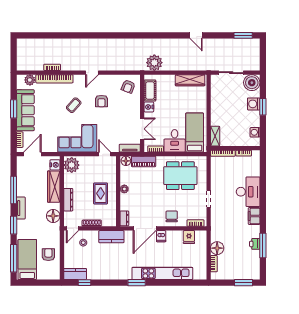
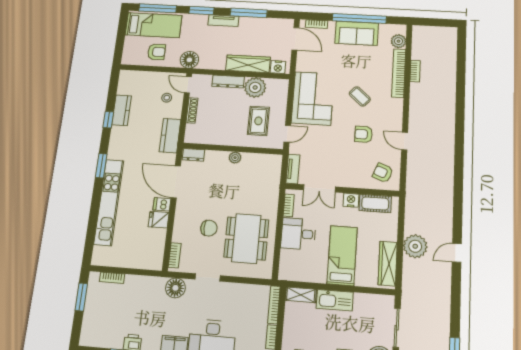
door: (196, 35) -> (457, 253), moved
plant: (154, 63) -> (415, 246), moved
door: (92, 73) -> (405, 141), moved
window: (14, 109) -> (359, 18), width x2.11
sofa: (25, 110) -> (357, 33), width x0.73
kitchen sink: (217, 114) -> (335, 300), added
bed: (195, 133) -> (342, 256), moved, turned -90
floor lamp: (126, 161) -> (275, 162), removed
piano: (144, 161) -> (272, 187), removed
plant: (72, 165) -> (255, 87), moved
rug: (101, 193) -> (258, 121), moved, turned 90
floor lamp: (53, 216) -> (189, 60), moved
chair: (172, 216) -> (209, 228), moved
fridge: (189, 237) -> (159, 220), moved
floor lamp: (217, 248) -> (175, 288), moved
kitchen counter: (75, 274) -> (122, 110), moved
window: (84, 283) -> (108, 120), moved
window: (244, 283) -> (81, 297), moved

